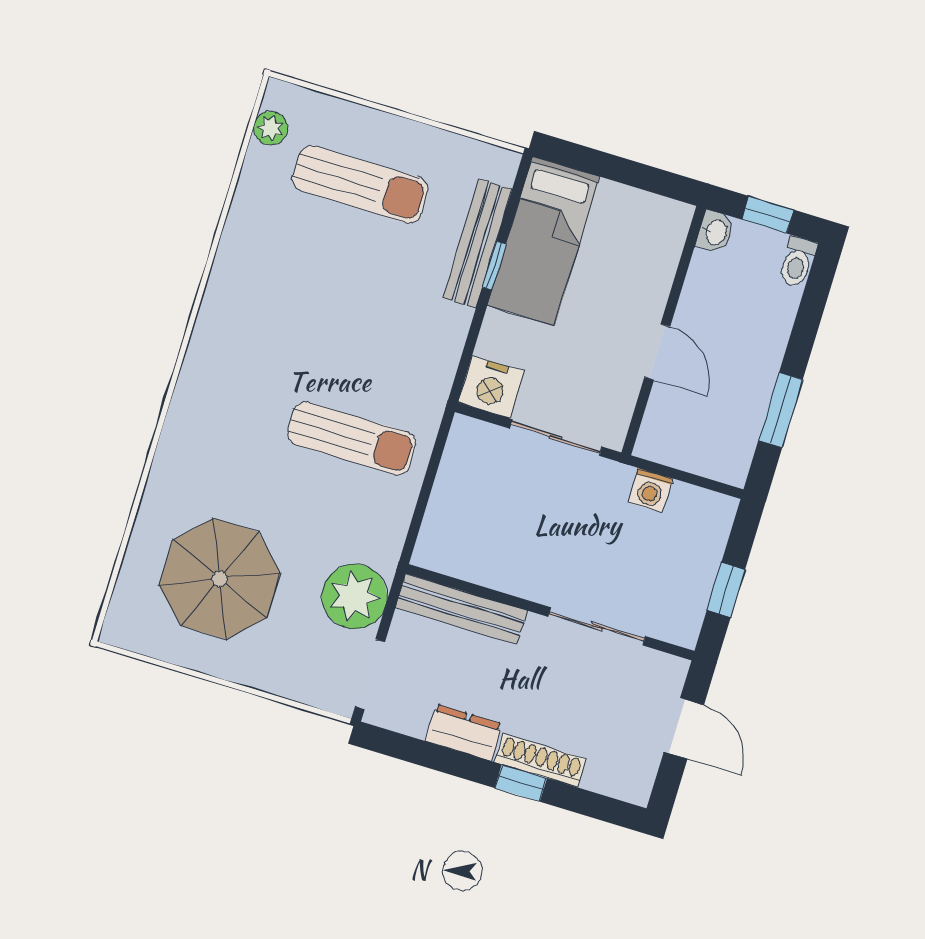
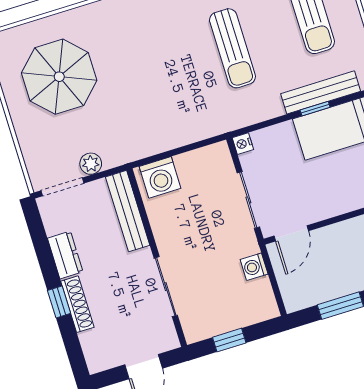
door: (657, 352) -> (291, 233), moved
nightstand: (491, 387) -> (243, 144), width x0.53, depth x0.56
sun lounger: (352, 438) -> (232, 48), moved
washing machine: (446, 535) -> (160, 177), added
plant: (354, 596) -> (91, 164), width x0.53, depth x0.53

